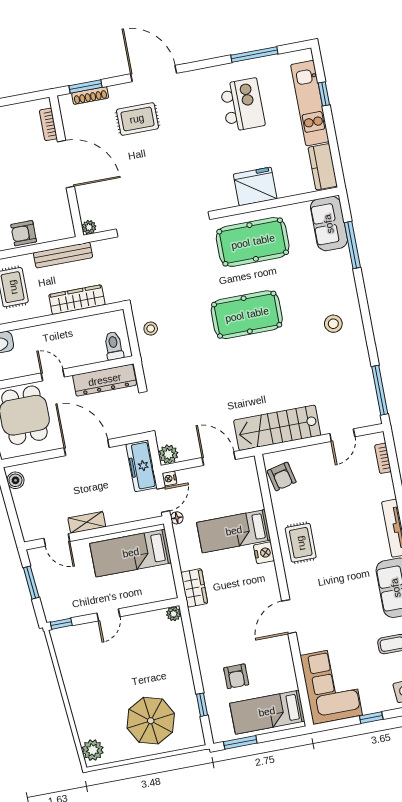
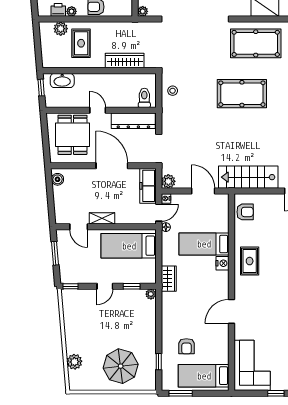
bench: (63, 255) -> (121, 27), removed
armchair: (282, 476) -> (245, 212), turned -77
window: (145, 608) -> (132, 286), added
plant: (93, 750) -> (74, 362), moved

